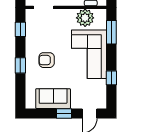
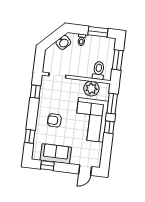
window: (20, 65) -> (30, 136), moved
window: (111, 78) -> (109, 127), moved
window: (64, 113) -> (47, 165), moved

